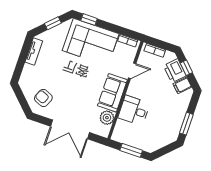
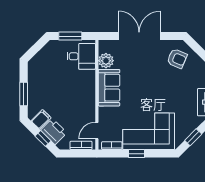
window: (89, 20) -> (136, 154), moved
door: (132, 71) -> (97, 131), moved
desk: (134, 110) -> (81, 56), moved
window: (186, 124) -> (24, 94), moved

